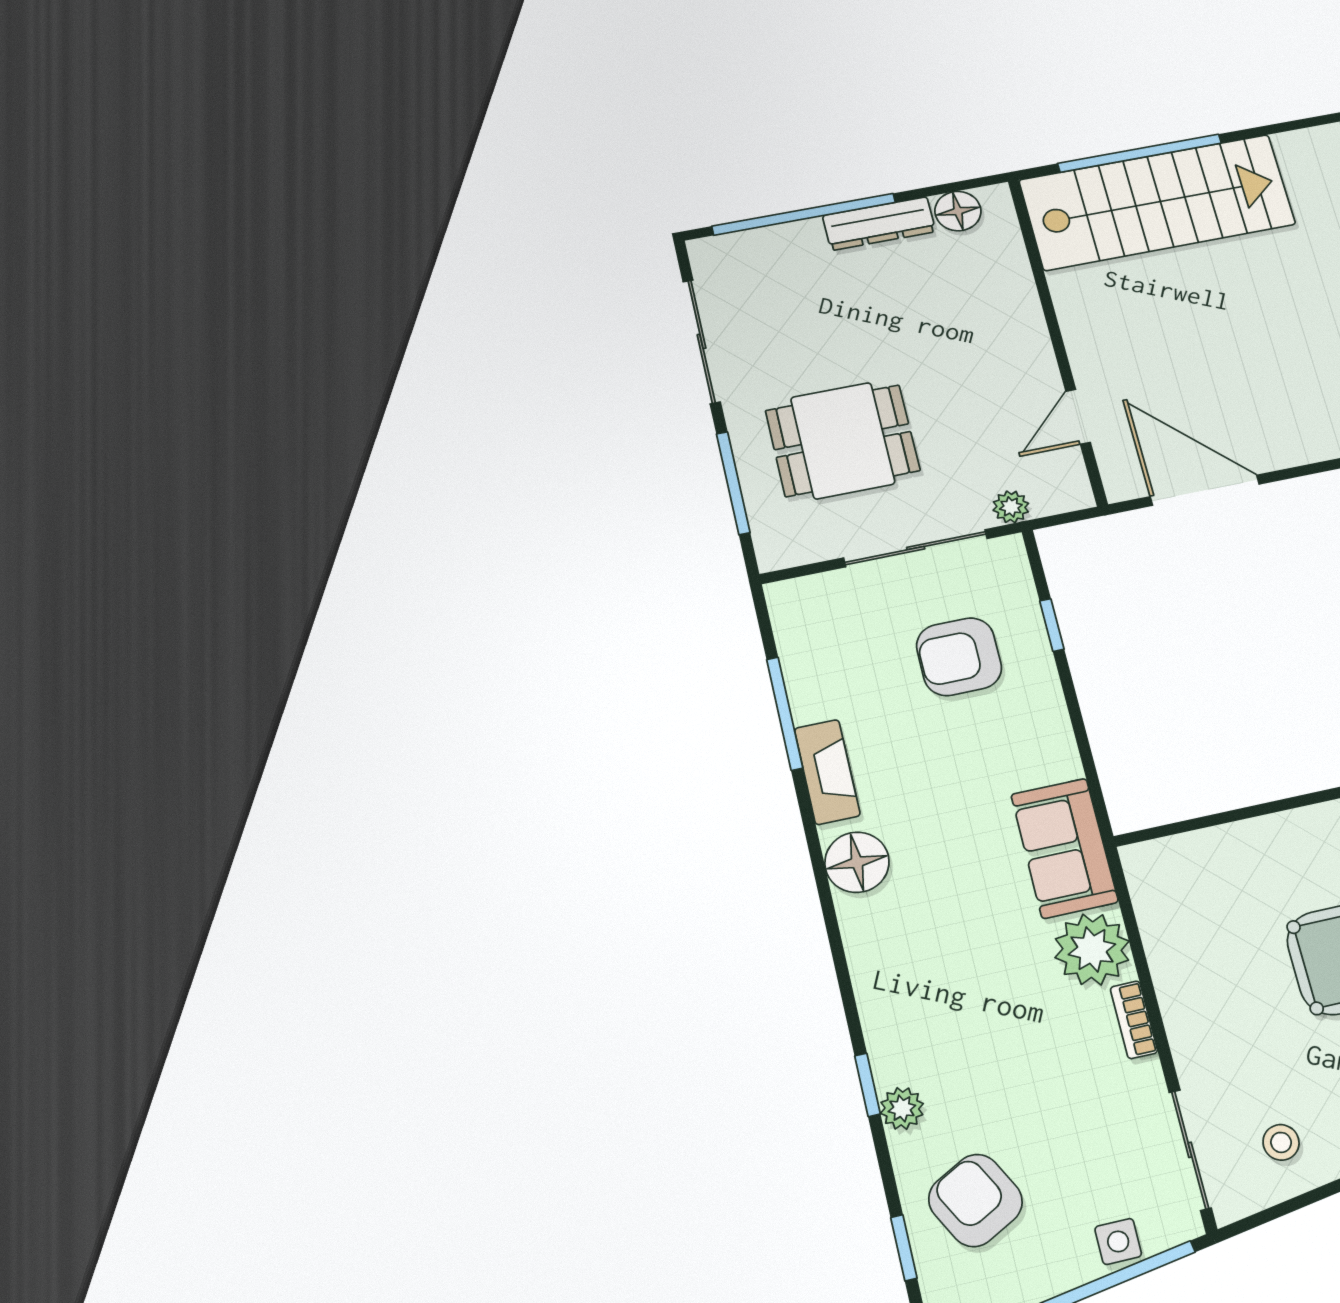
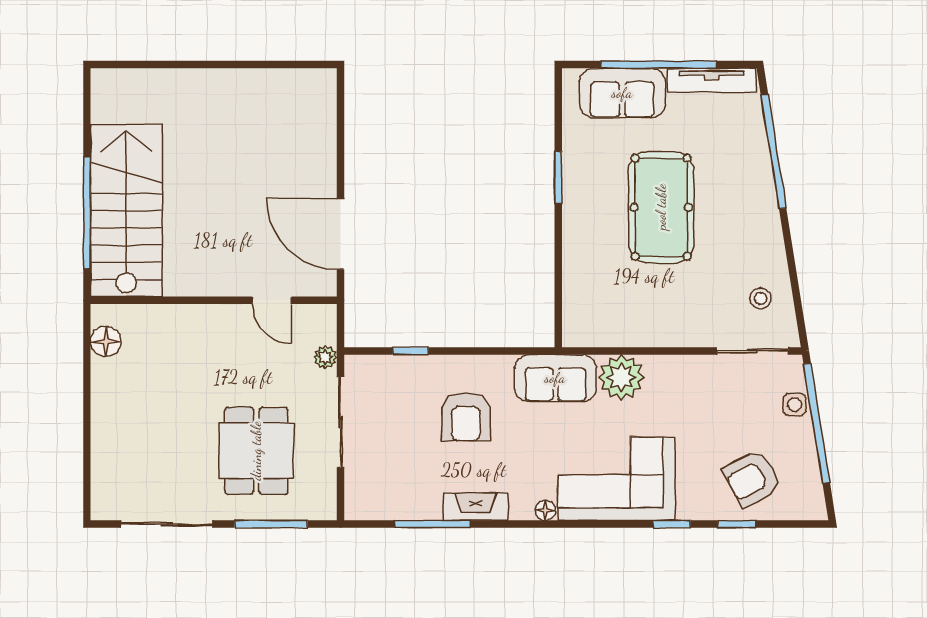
window: (804, 214) -> (87, 441), removed
dresser: (879, 224) -> (104, 394), removed
door: (1205, 490) -> (340, 234), hinge flipped
armchair: (959, 657) -> (466, 417), moved
floor lamp: (857, 862) -> (545, 510), width x0.53, depth x0.53
corner sofa: (923, 979) -> (616, 479), added
bookcase: (1134, 1020) -> (669, 364), removed
plant: (902, 1108) -> (690, 508), removed
window: (904, 1248) -> (737, 524), moved

